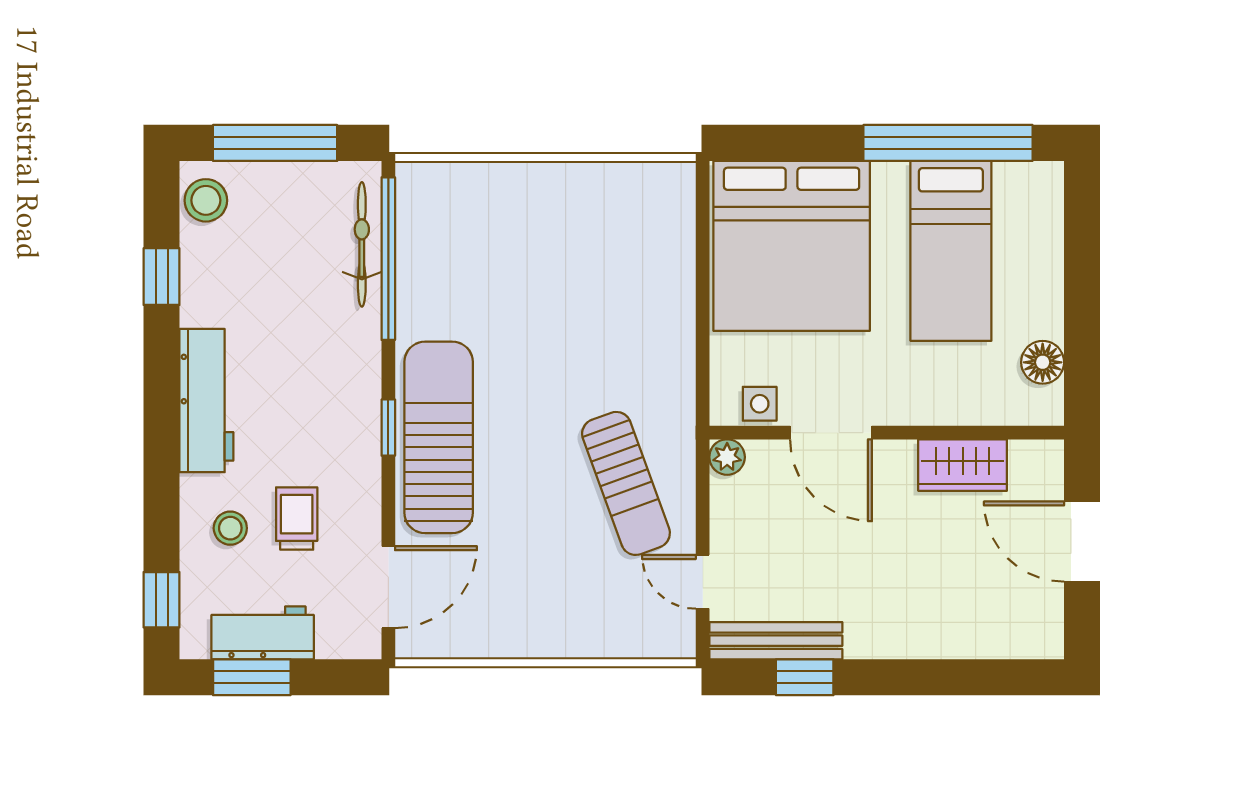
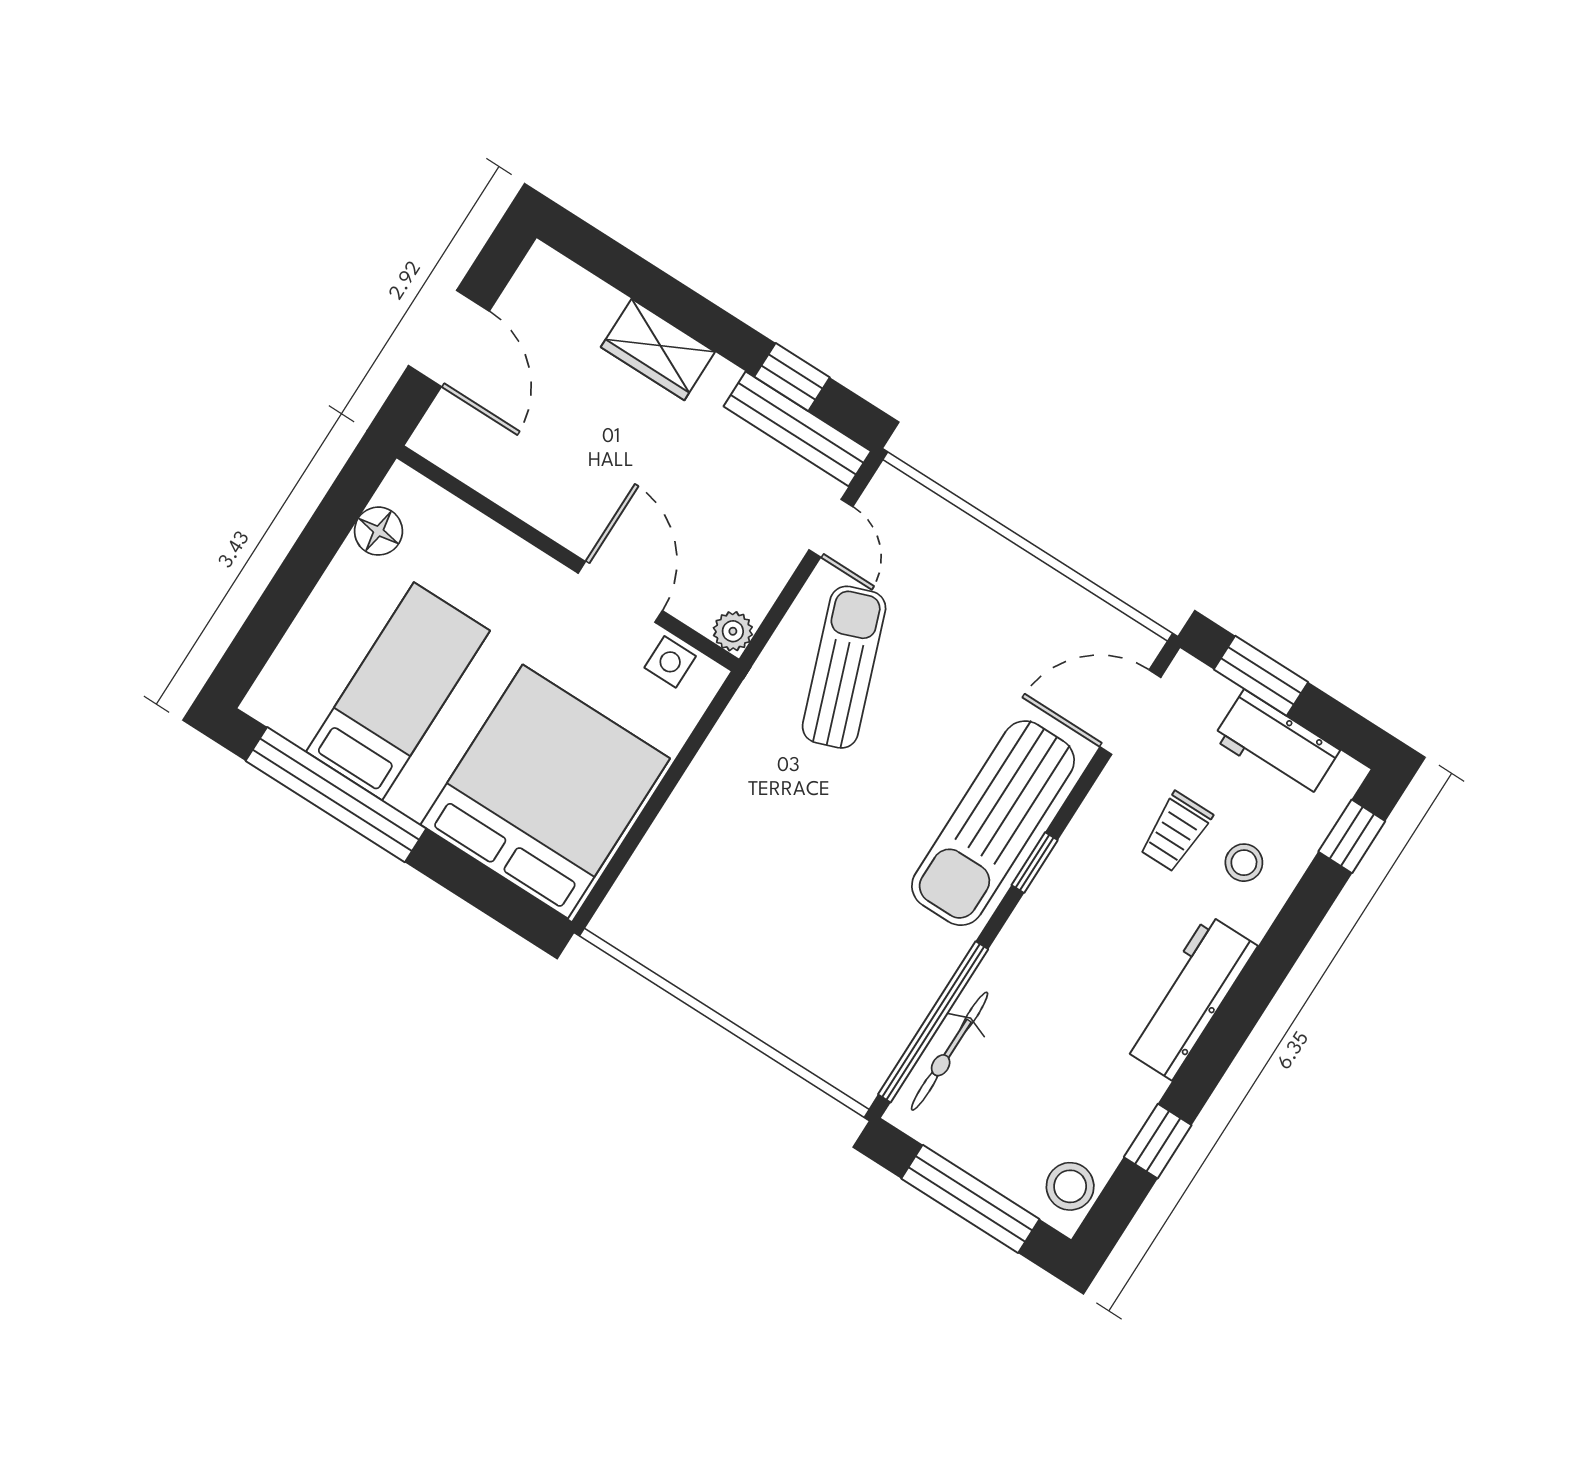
wardrobe: (963, 465) -> (658, 349), moved, turned 180
window: (252, 677) -> (1261, 676), moved

